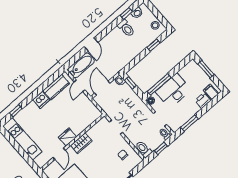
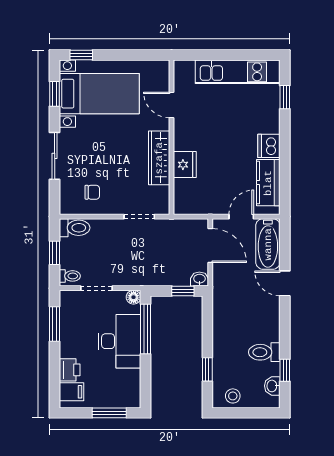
door: (80, 86) -> (241, 217), hinge flipped
fridge: (68, 137) -> (185, 165), moved
wardrobe: (81, 143) -> (159, 158), width x1.50

